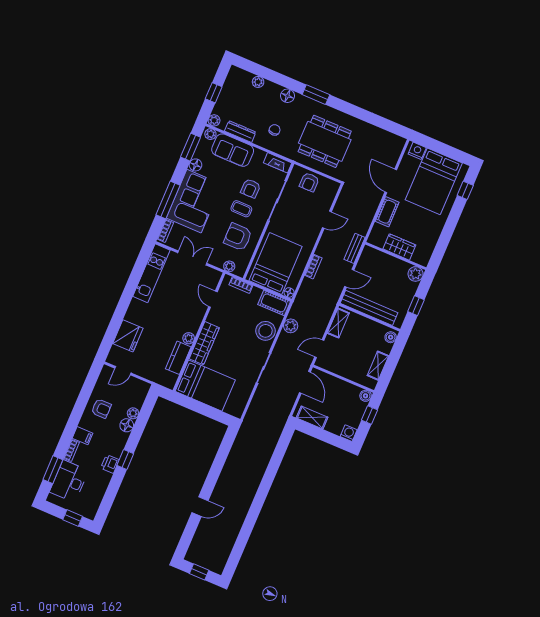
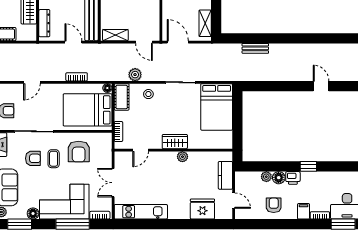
door: (327, 220) -> (32, 82), swing flipped
bench: (355, 248) -> (255, 48), moved
dresser: (381, 257) -> (44, 23), added
plant: (229, 266) -> (107, 148), removed
stool: (266, 331) -> (148, 94), width x0.53, depth x0.53
wardrobe: (204, 343) -> (175, 142), width x0.67
kitchen counter: (178, 358) -> (225, 175), moved, turned 90
door: (305, 382) -> (178, 42), hinge flipped
bed: (205, 386) -> (217, 107), moved, turned 180
printer: (110, 464) -> (293, 178), moved

